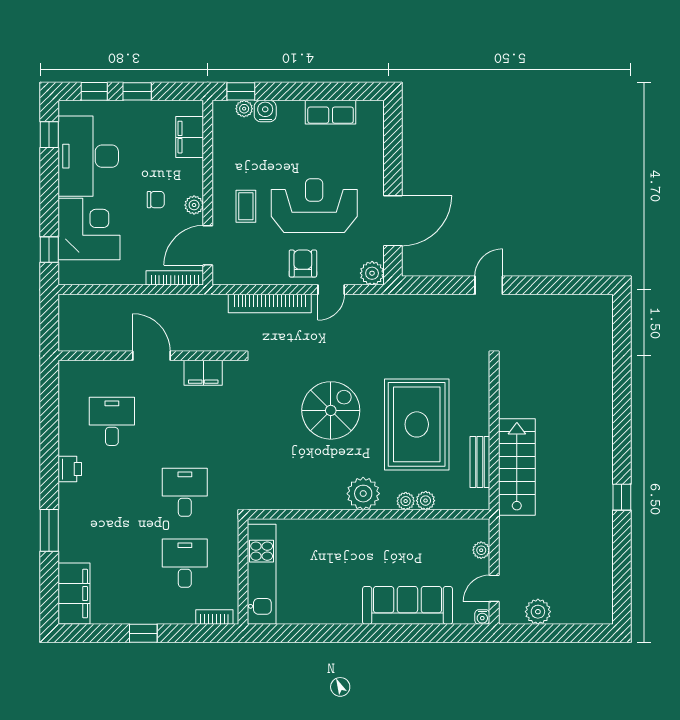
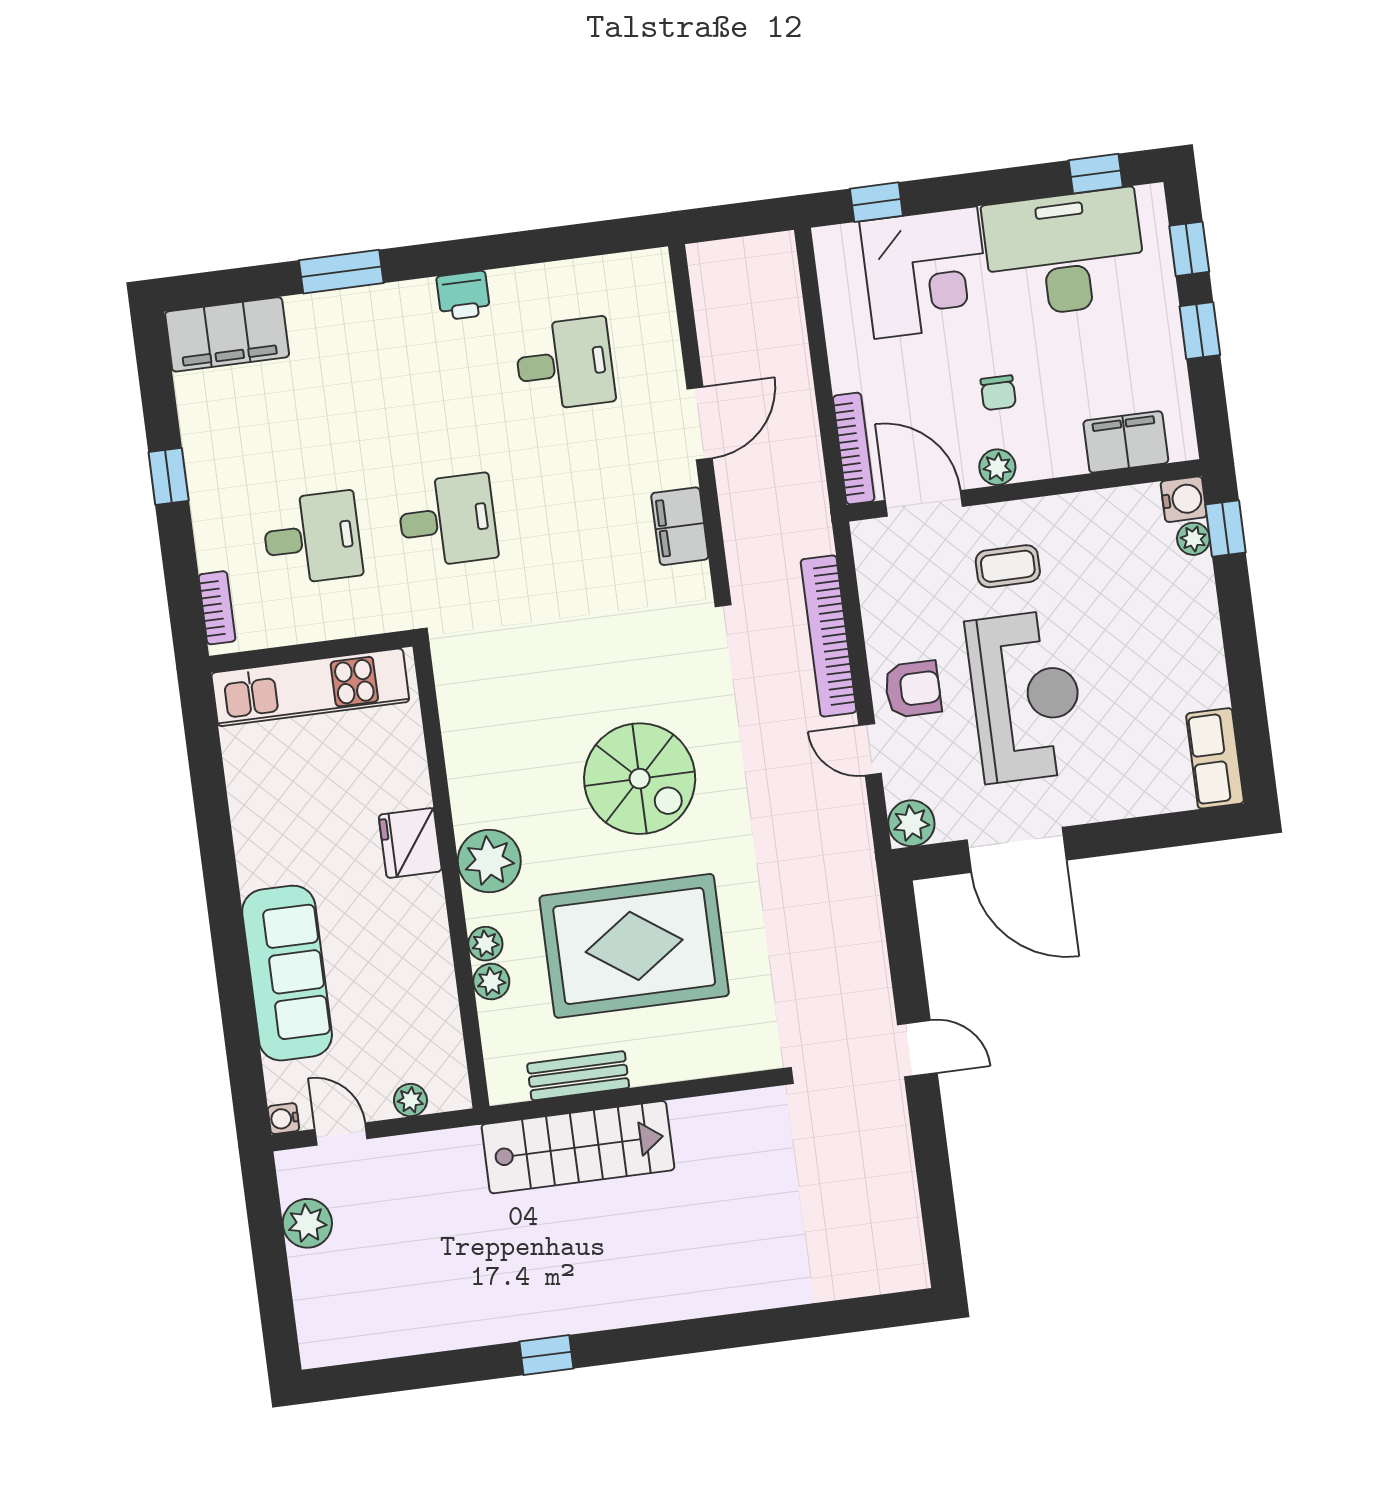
water cooler: (265, 111) -> (1184, 499), moved
row of seats: (331, 112) -> (1215, 758), moved
fridge: (349, 533) -> (410, 843), added

